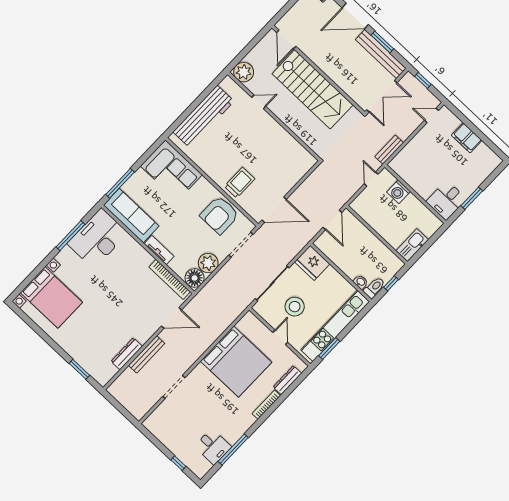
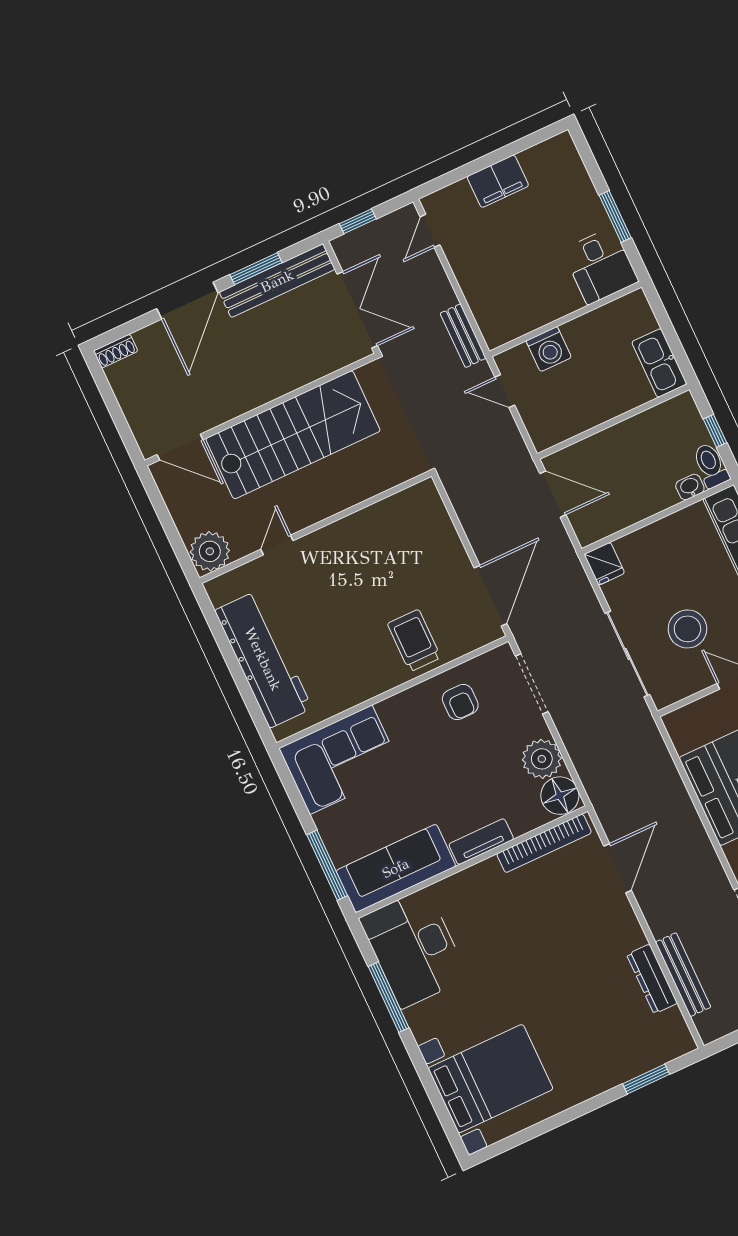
armchair: (220, 215) -> (460, 702), width x0.53, depth x0.53
fridge: (312, 263) -> (604, 564), width x0.53, depth x0.75
bench: (147, 354) -> (683, 975), moved

